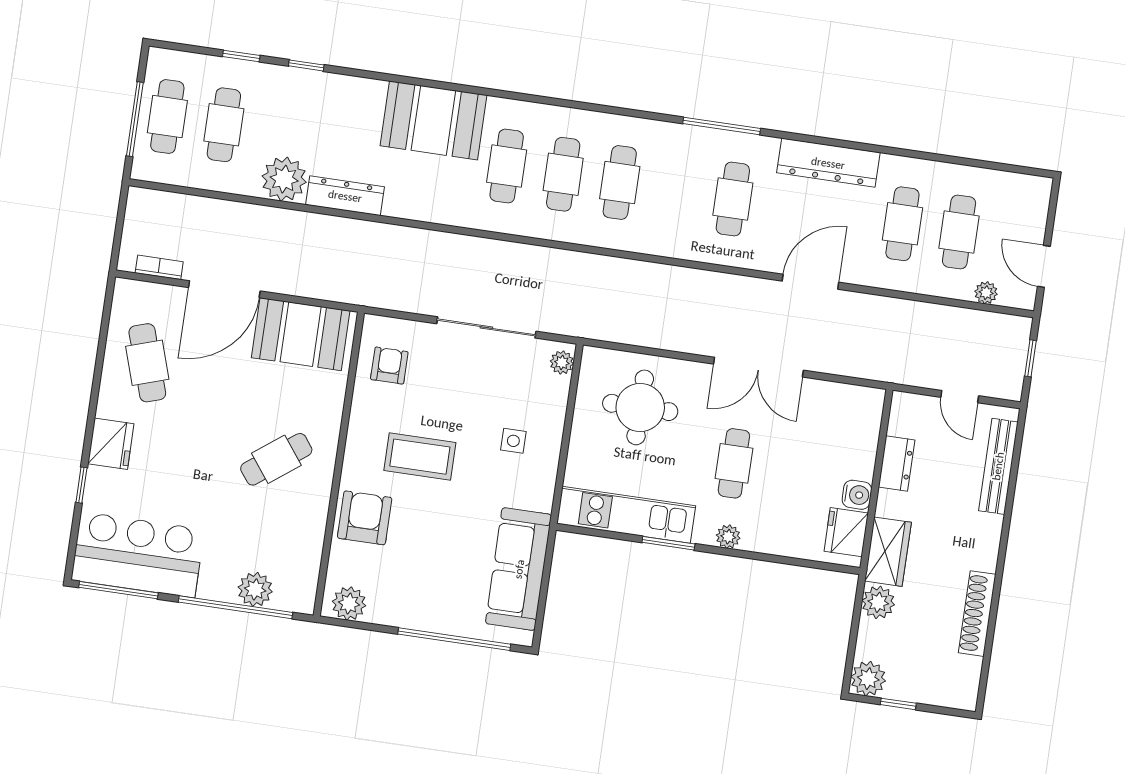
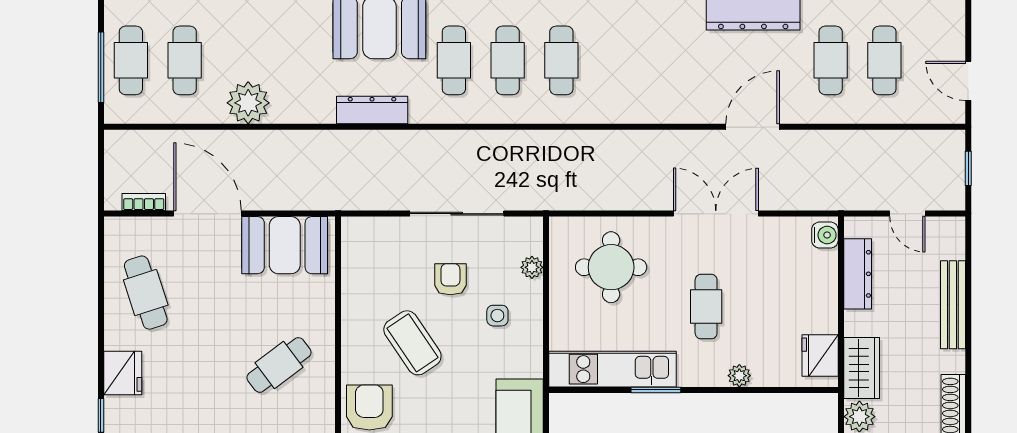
dresser: (345, 196) -> (372, 110), moved
cafe table: (733, 199) -> (669, 60), removed
door: (224, 289) -> (207, 214), swing flipped
plant: (986, 293) -> (918, 113), removed
plant: (562, 362) -> (532, 267), moved
armchair: (389, 366) -> (450, 279), moved
double door: (758, 367) -> (716, 214), swing flipped
coffee table: (420, 457) -> (412, 343), turned 56
dresser: (897, 463) -> (858, 274), width x1.44
bench: (998, 466) -> (953, 305), moved
water cooler: (857, 495) -> (825, 235), moved
plant: (728, 537) -> (739, 376), moved

